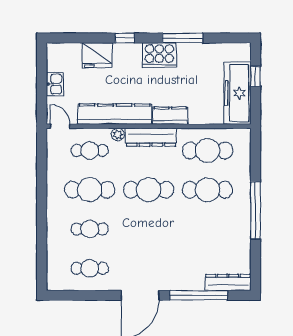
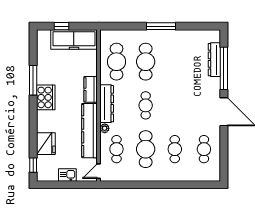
window: (125, 38) -> (33, 165), moved
cafe table: (149, 190) -> (146, 105), width x0.73, depth x0.74
window: (255, 210) -> (161, 26), width x0.68
dresser: (228, 282) -> (214, 60), moved

